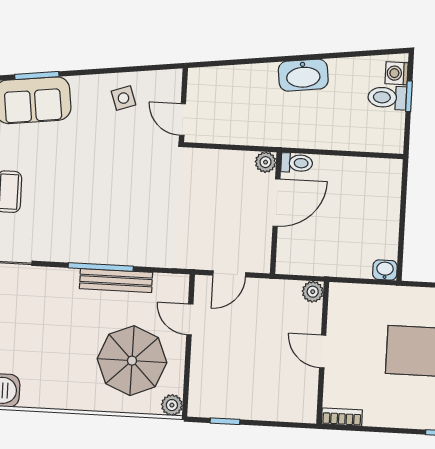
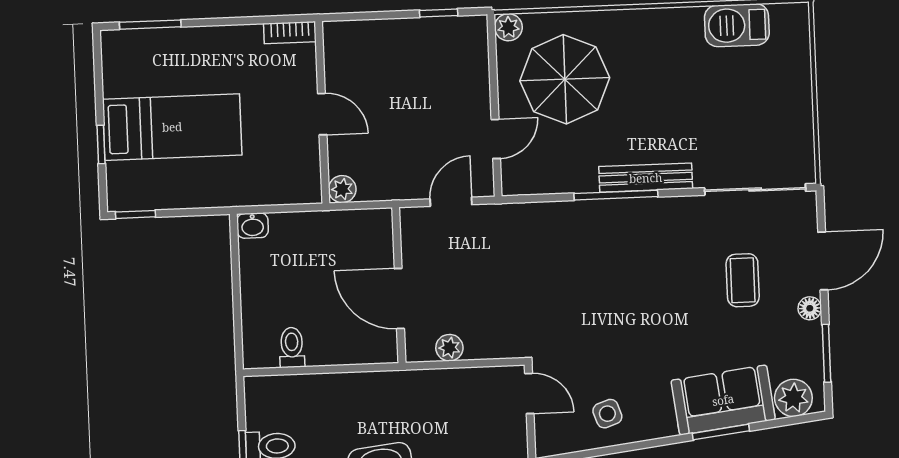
plant: (266, 162) -> (449, 348), moved
toilet: (297, 163) -> (292, 347), moved, turned 90
door: (276, 203) -> (399, 299), hinge flipped
bench: (116, 281) -> (646, 178), moved
door: (190, 319) -> (496, 139), hinge flipped

